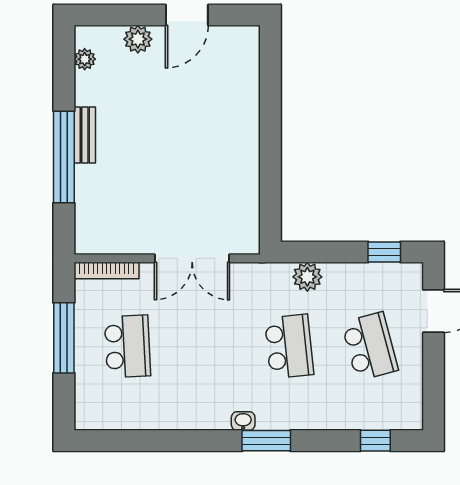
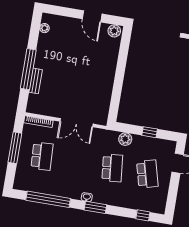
door: (187, 15) -> (92, 16), hinge flipped
plant: (138, 39) -> (114, 31), moved
bench: (85, 135) -> (36, 81), moved
window: (384, 252) -> (150, 132), moved
window: (158, 441) -> (48, 199), added

